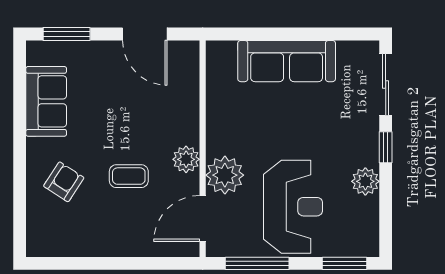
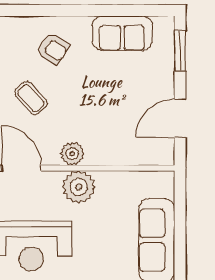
plant: (225, 175) -> (79, 187), moved
coffee table: (129, 176) -> (31, 98), moved, turned -42

